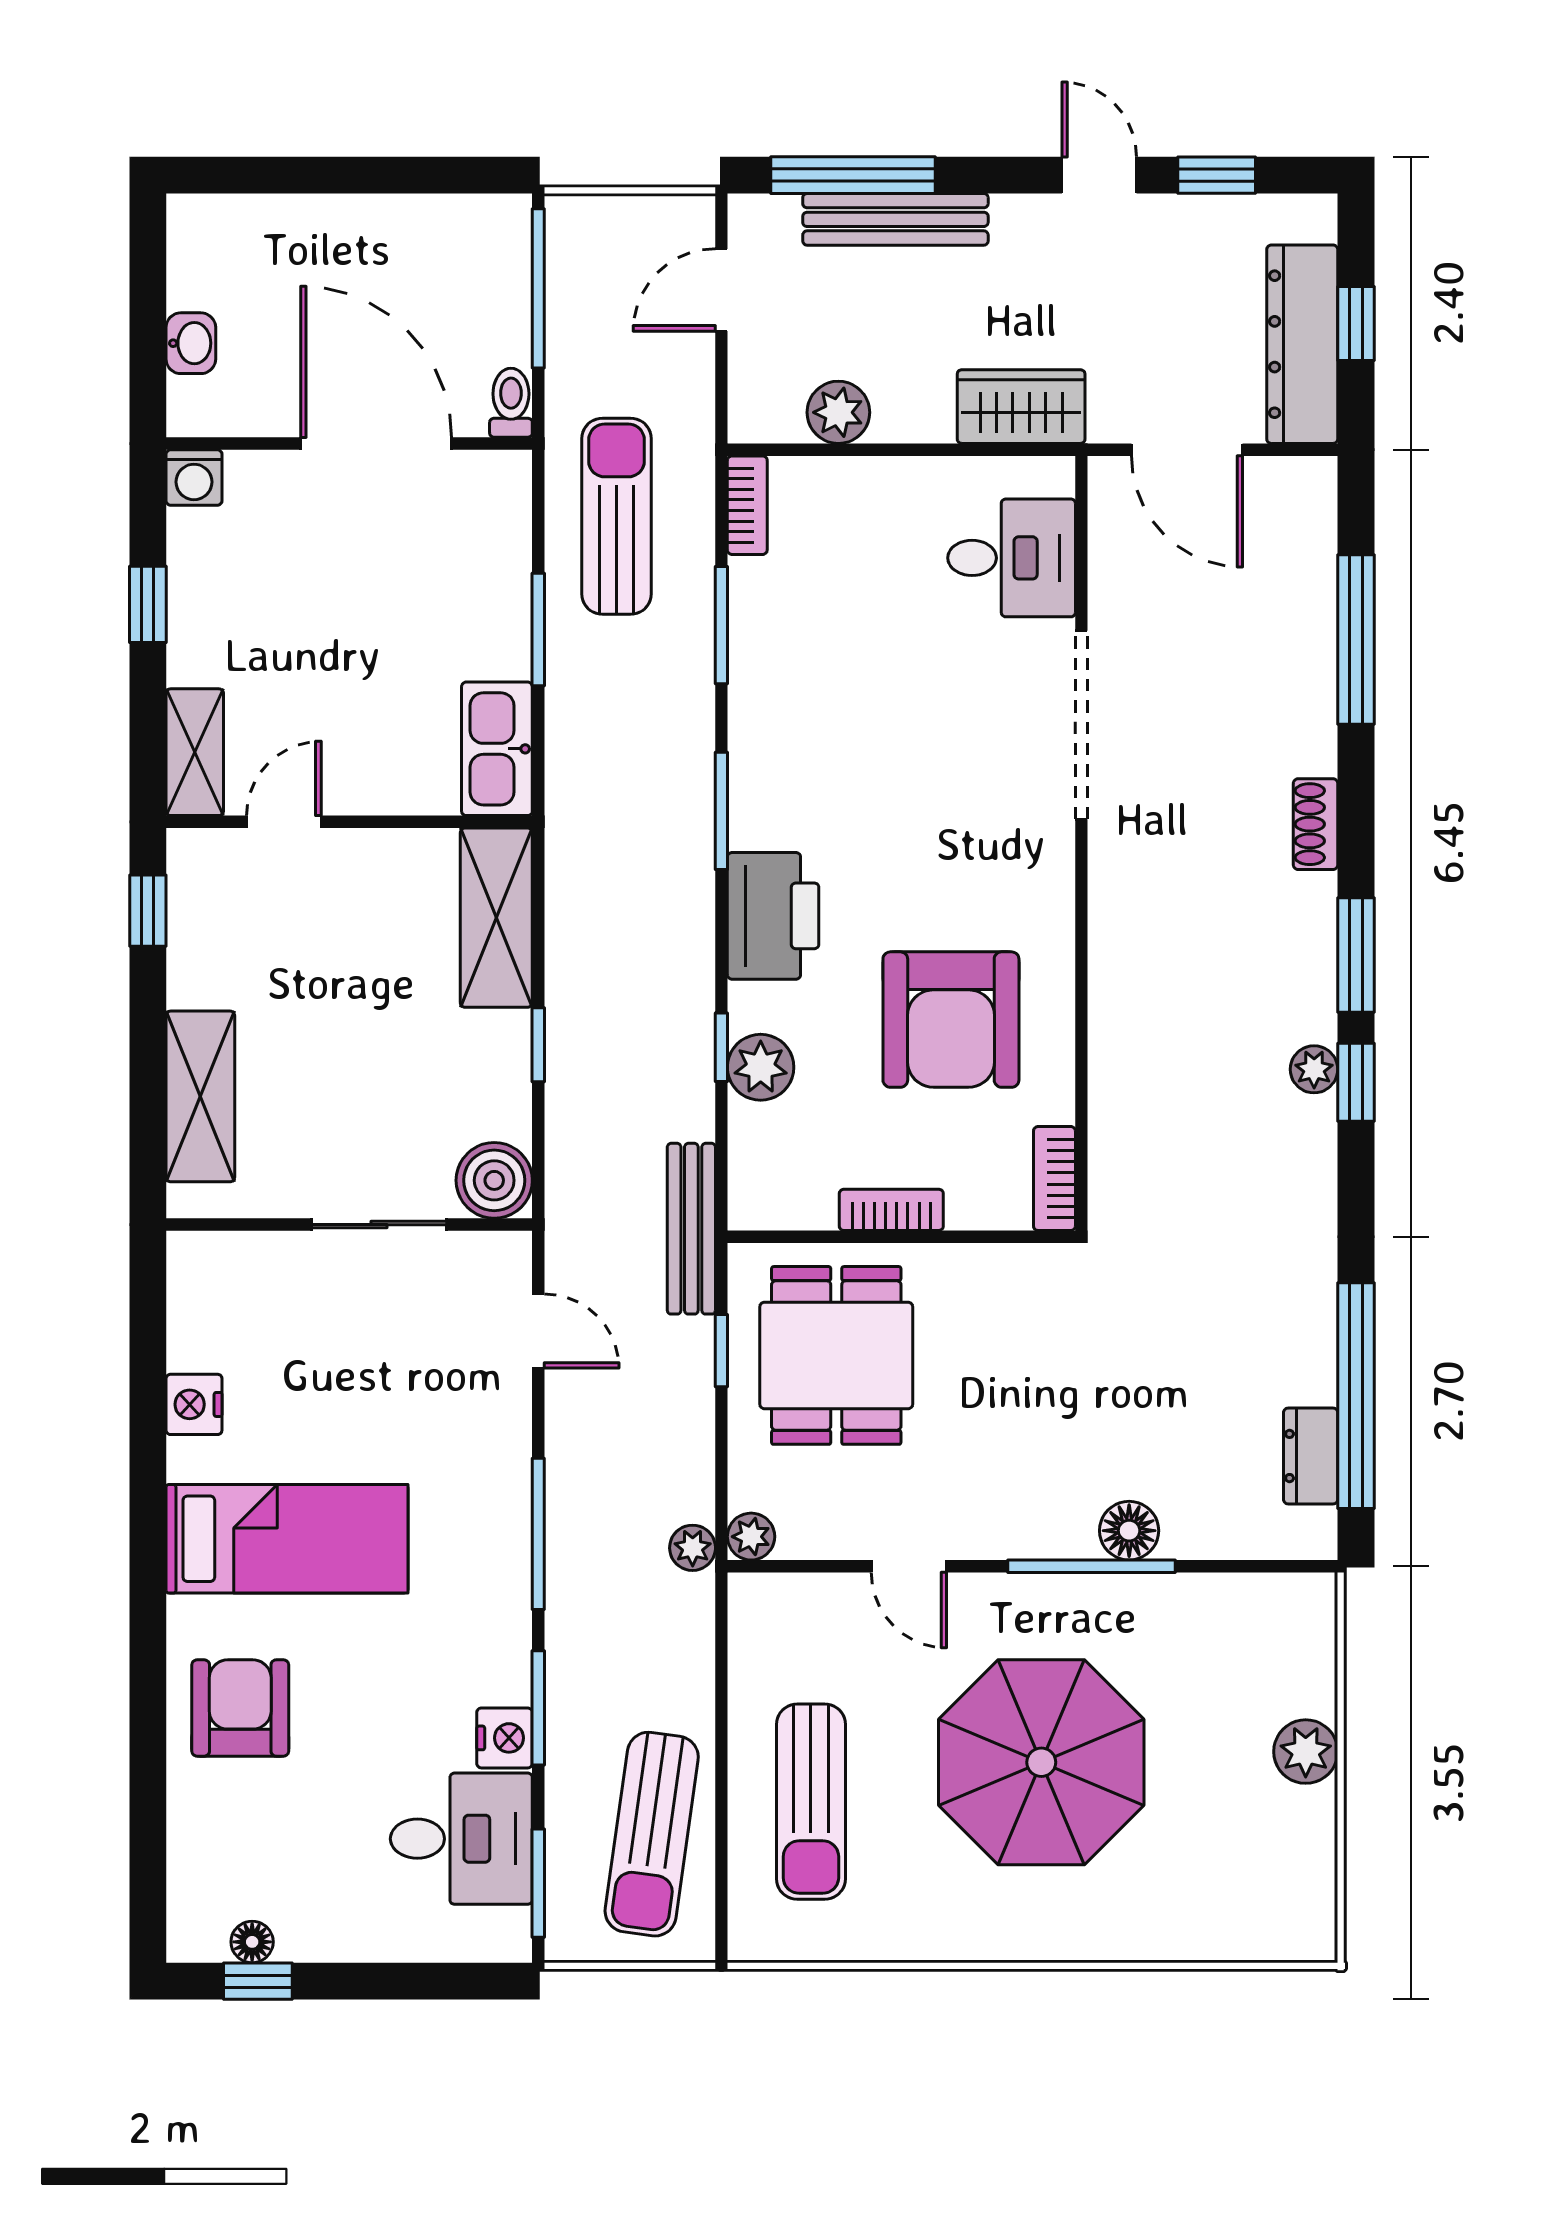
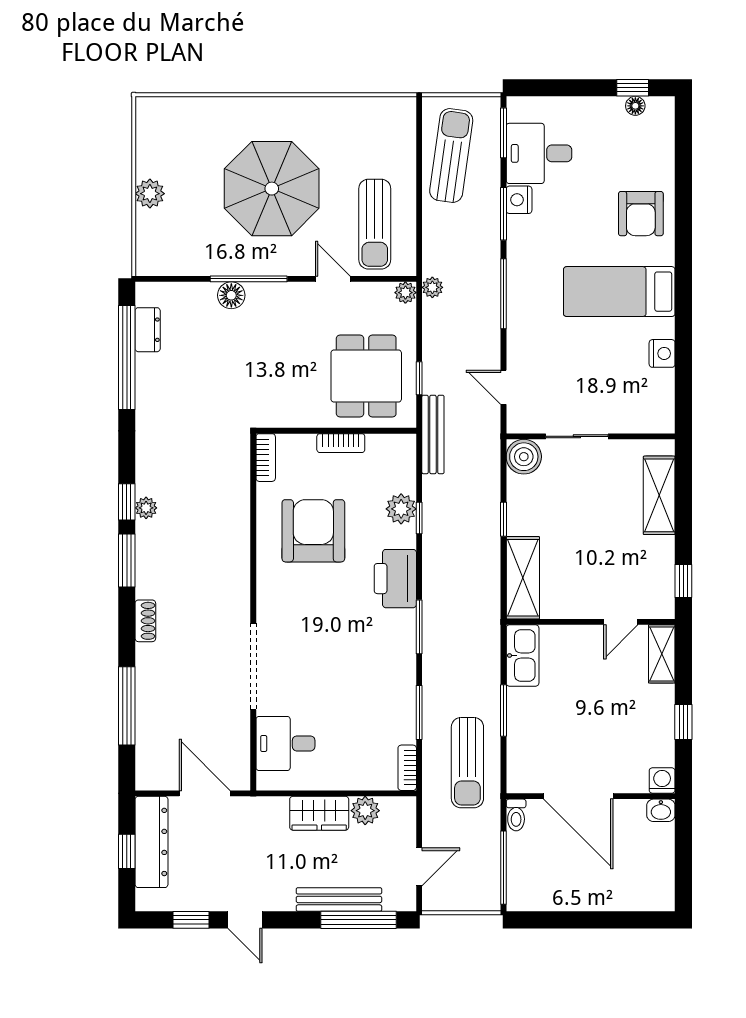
washbasin: (191, 343) -> (661, 810), moved, turned -90
wardrobe: (1021, 407) -> (319, 813), moved
sun lounger: (811, 1802) -> (375, 224), moved, turned 180

